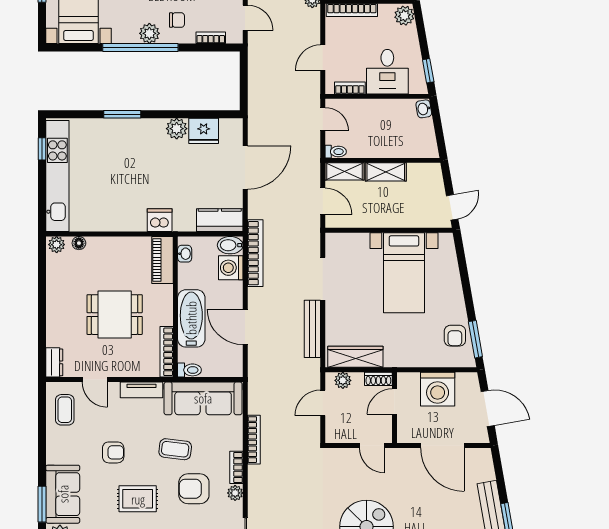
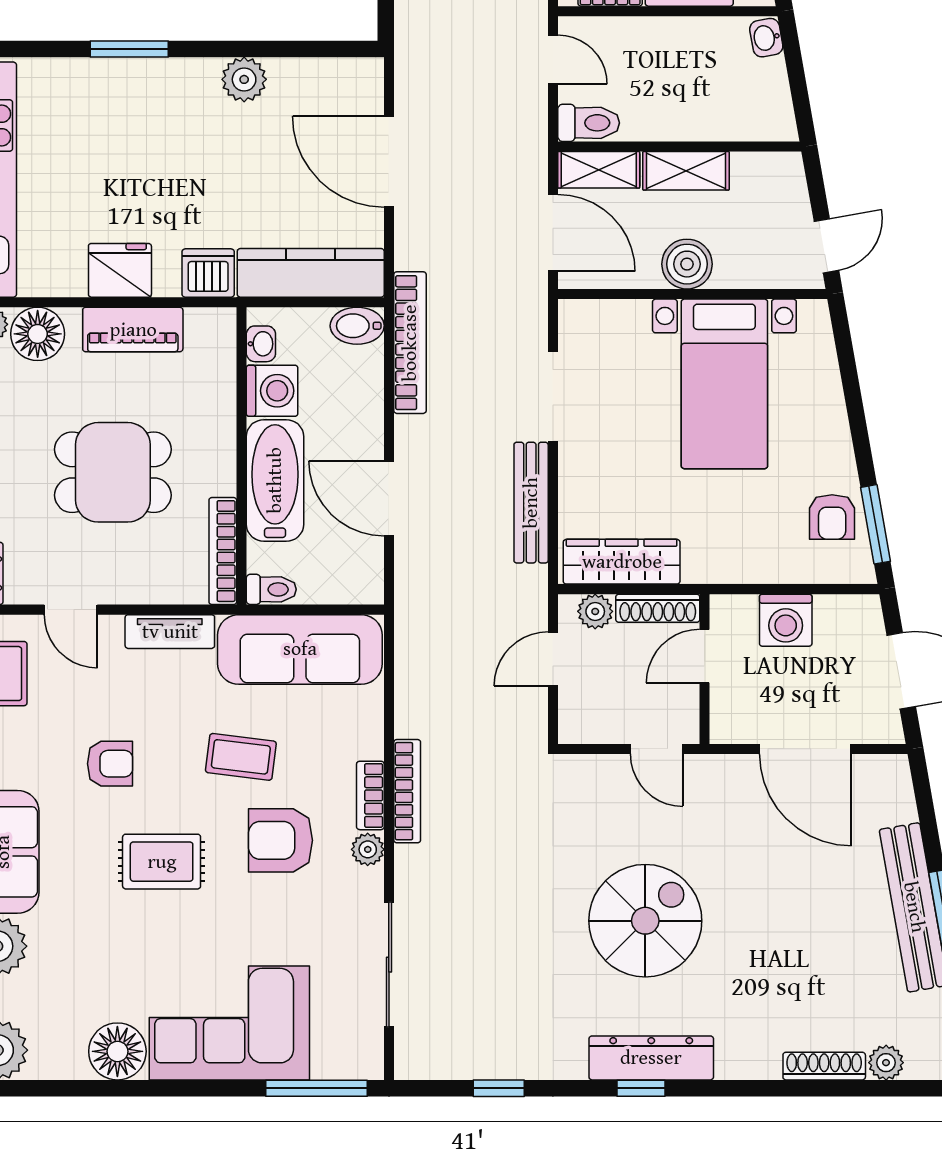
fridge: (204, 131) -> (120, 270), moved, turned 180
toilet: (336, 152) -> (589, 123), width x1.37, depth x1.39
door: (245, 168) -> (389, 162), swing flipped
door: (323, 201) -> (553, 233), width x1.38
boiler: (386, 216) -> (687, 264), added
kitchen counter: (220, 220) -> (311, 273), width x1.50
floor lamp: (79, 243) -> (38, 334), width x1.89, depth x1.89
piano: (163, 260) -> (133, 330), moved, turned -90
washing machine: (231, 268) -> (272, 391), moved, turned 180
shoe rack: (378, 379) -> (658, 608), width x1.43
washing machine: (438, 389) -> (786, 620), width x0.73, depth x0.73
bookcase: (254, 440) -> (407, 791), moved

